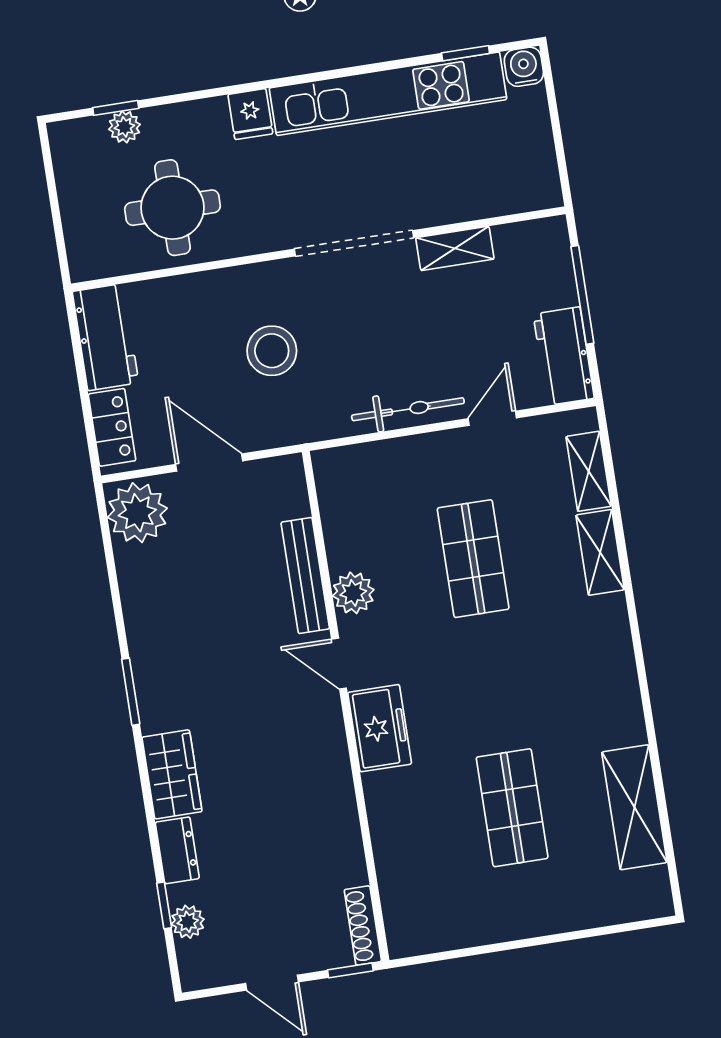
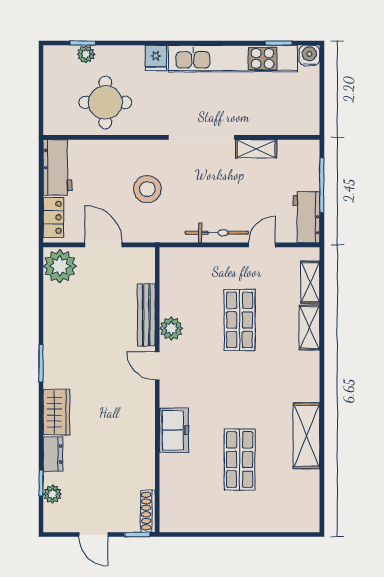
freezer: (380, 728) -> (174, 430), moved
shelving: (634, 807) -> (306, 436), moved

